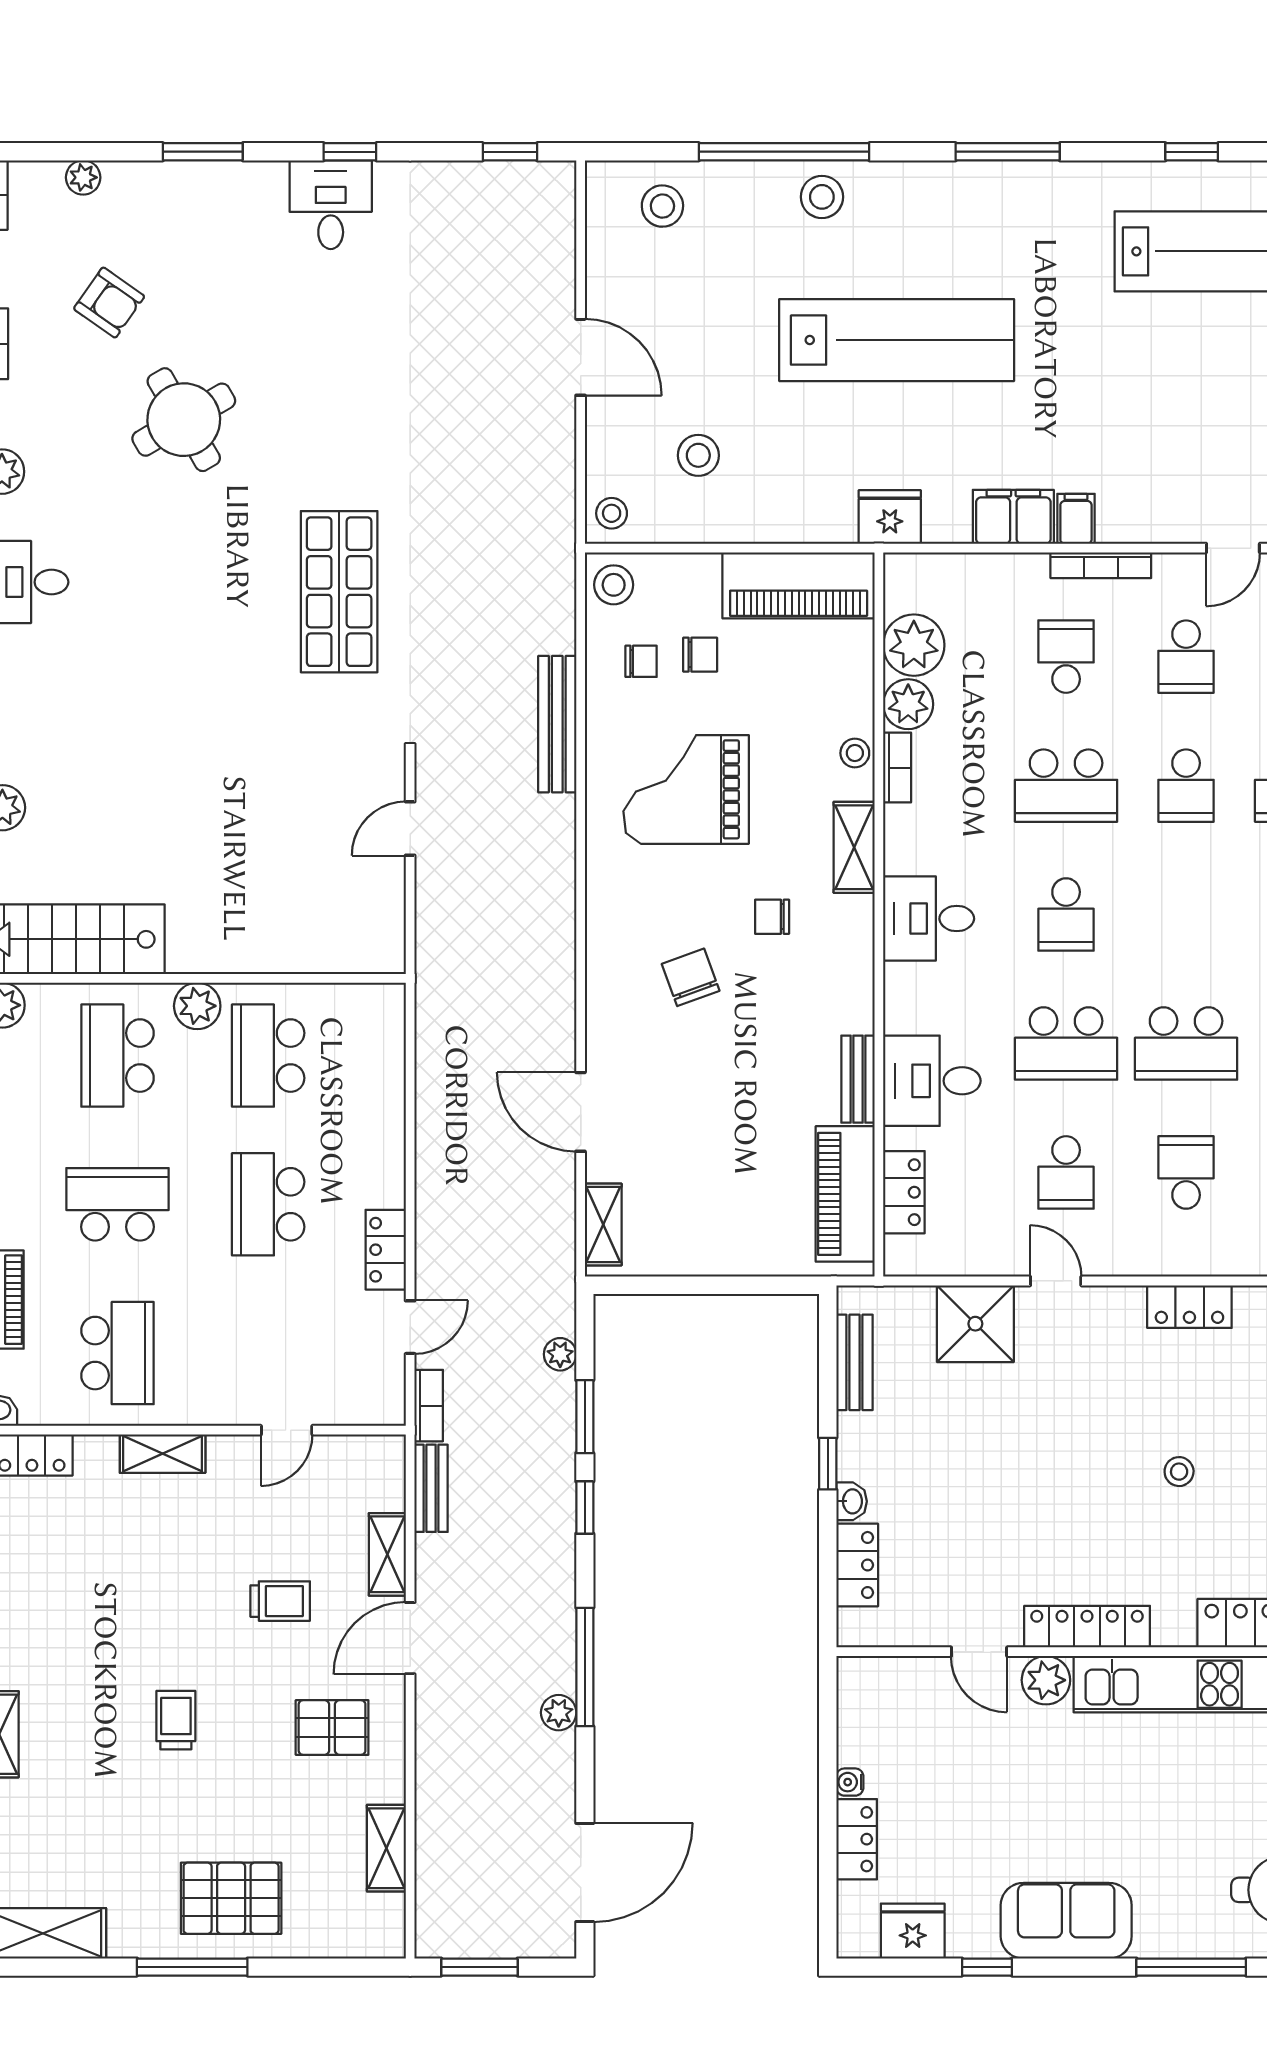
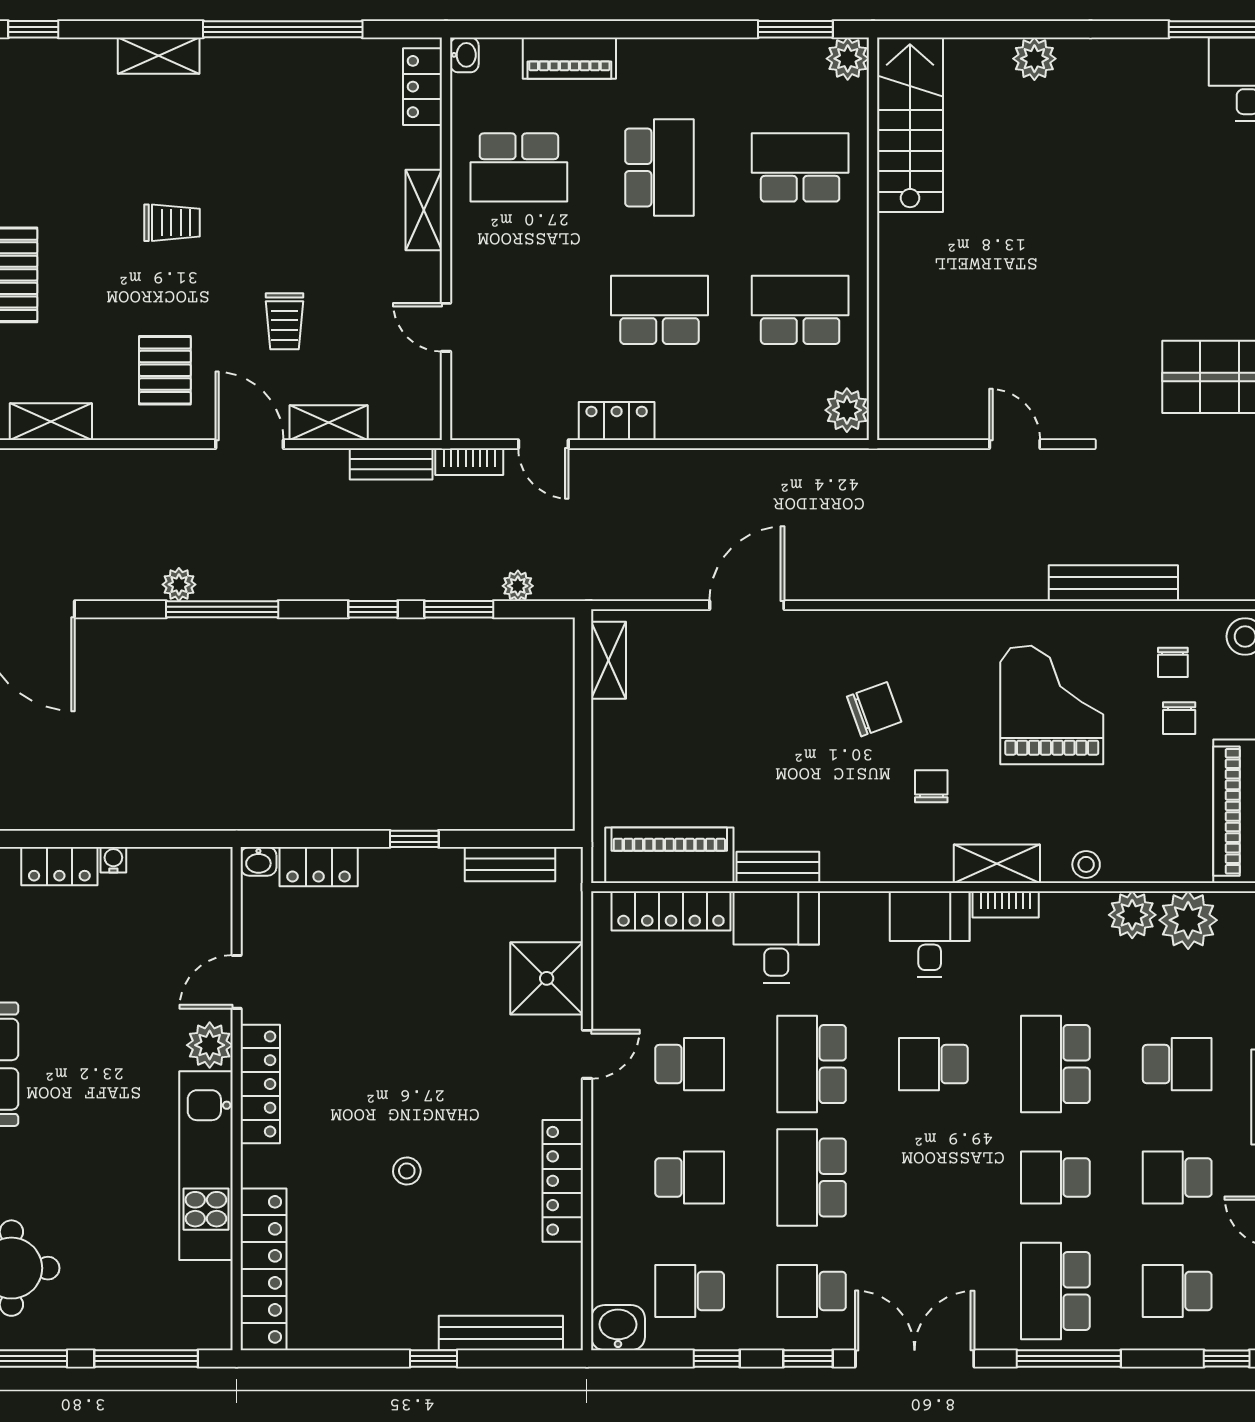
bookcase: (897, 768) -> (1006, 904), moved
plant: (197, 1006) -> (847, 410), moved
school desk: (1066, 1172) -> (690, 1064), turned 180
locker: (904, 1192) -> (671, 911), width x1.53
shelving: (603, 1224) -> (608, 660), moved, turned 90
locker: (1189, 1307) -> (563, 1181), width x1.53
washbasin: (852, 1501) -> (258, 861), moved

